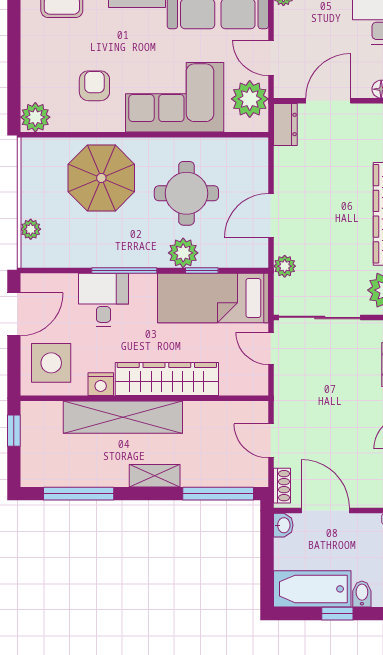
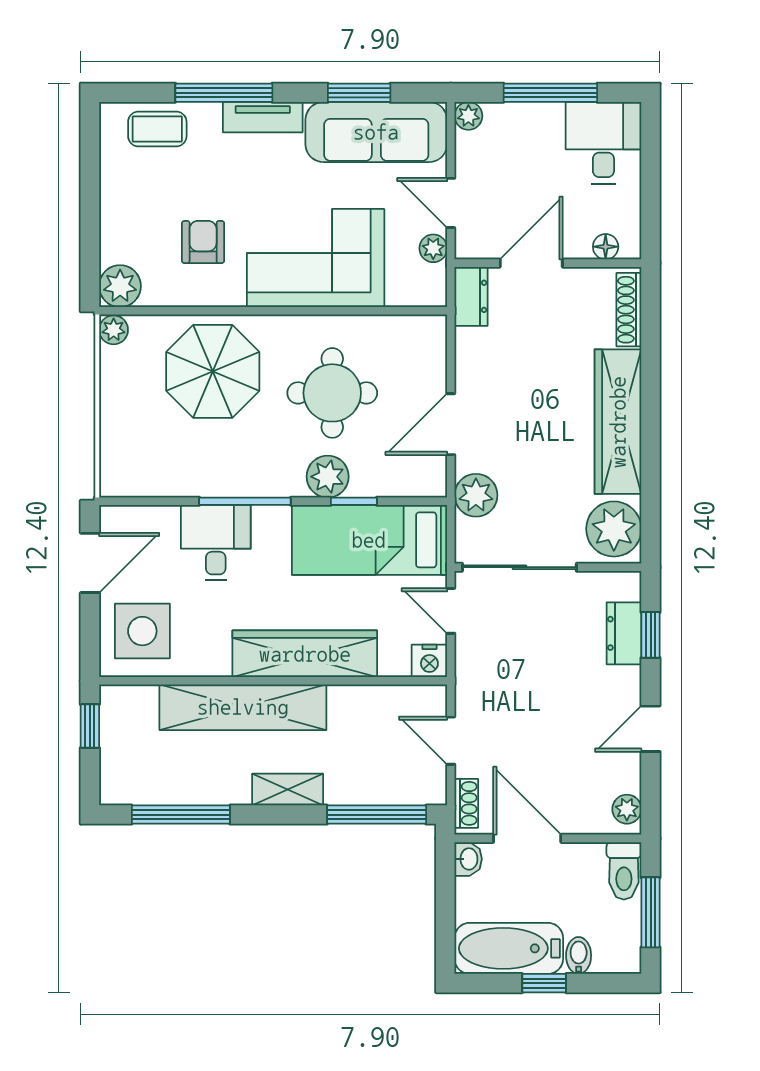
plant: (250, 99) -> (433, 248), width x0.53, depth x0.53
plant: (31, 229) -> (114, 330), moved
plant: (285, 266) -> (476, 495), width x1.38, depth x1.38
nightstand: (101, 384) -> (429, 661), moved

